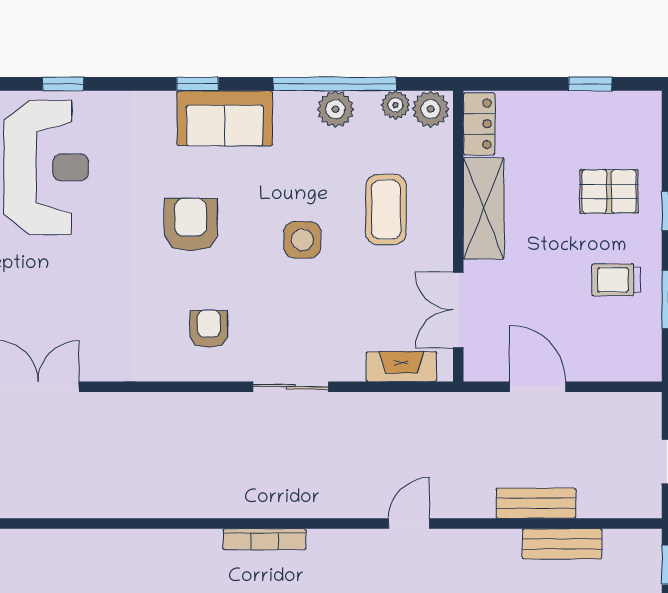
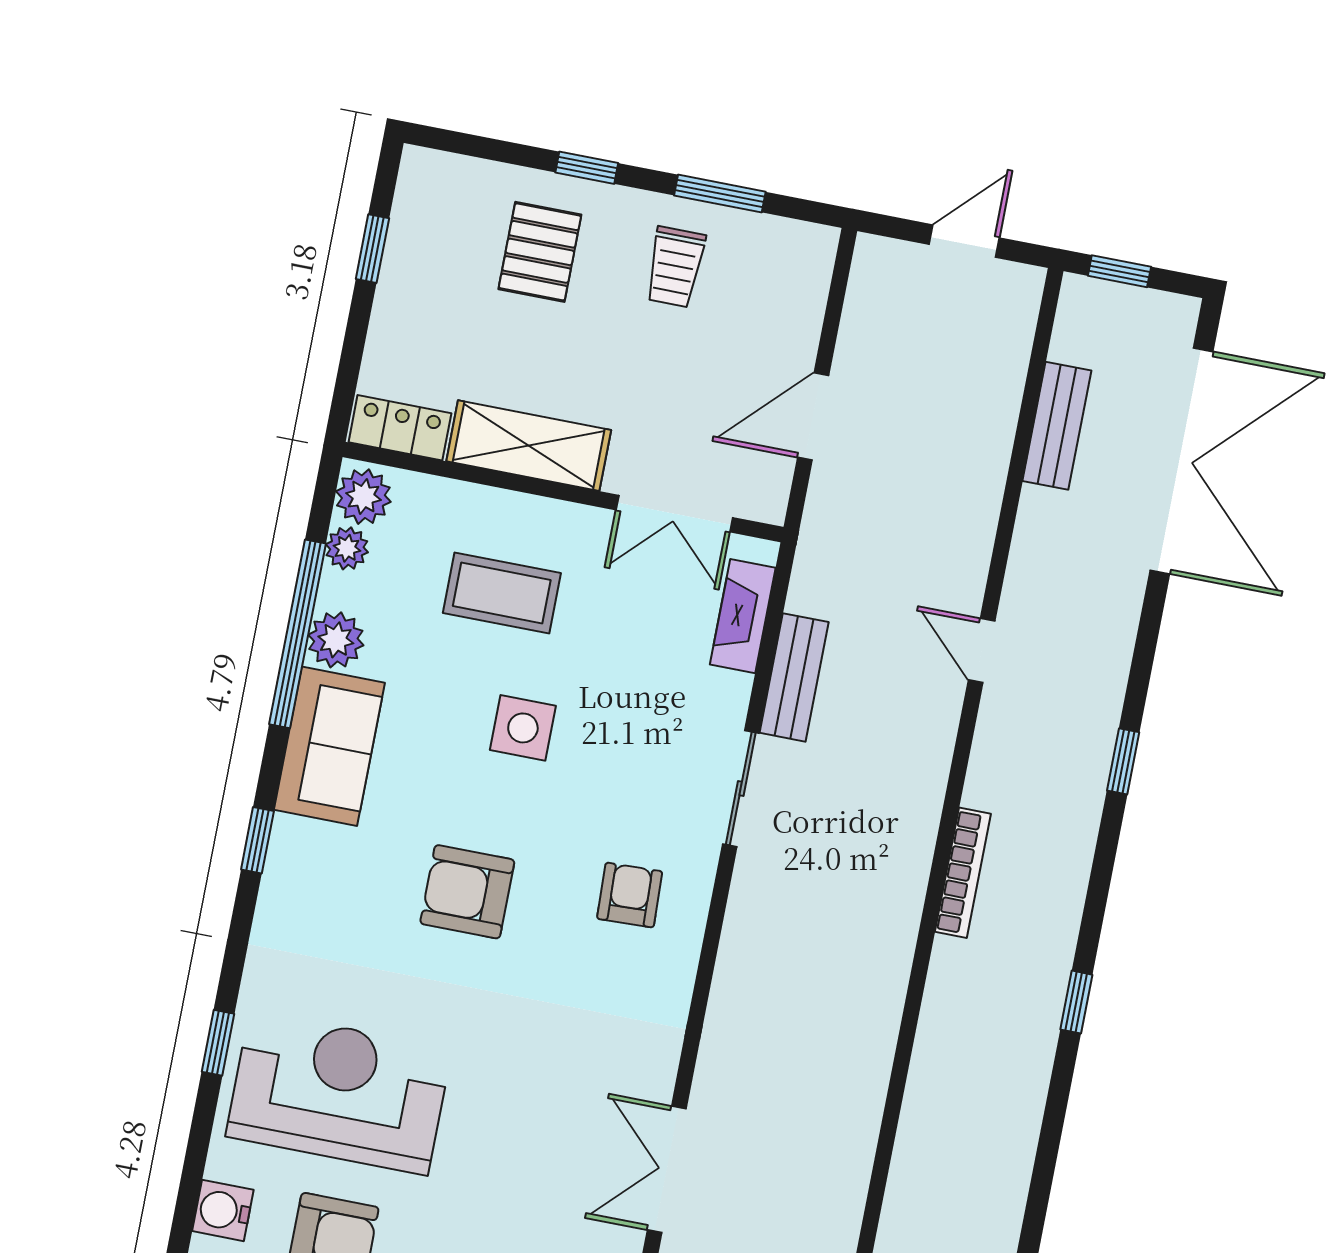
sofa: (225, 118) -> (329, 746), moved
armchair: (209, 329) -> (630, 895), turned 88
bench: (536, 503) -> (794, 677), moved

